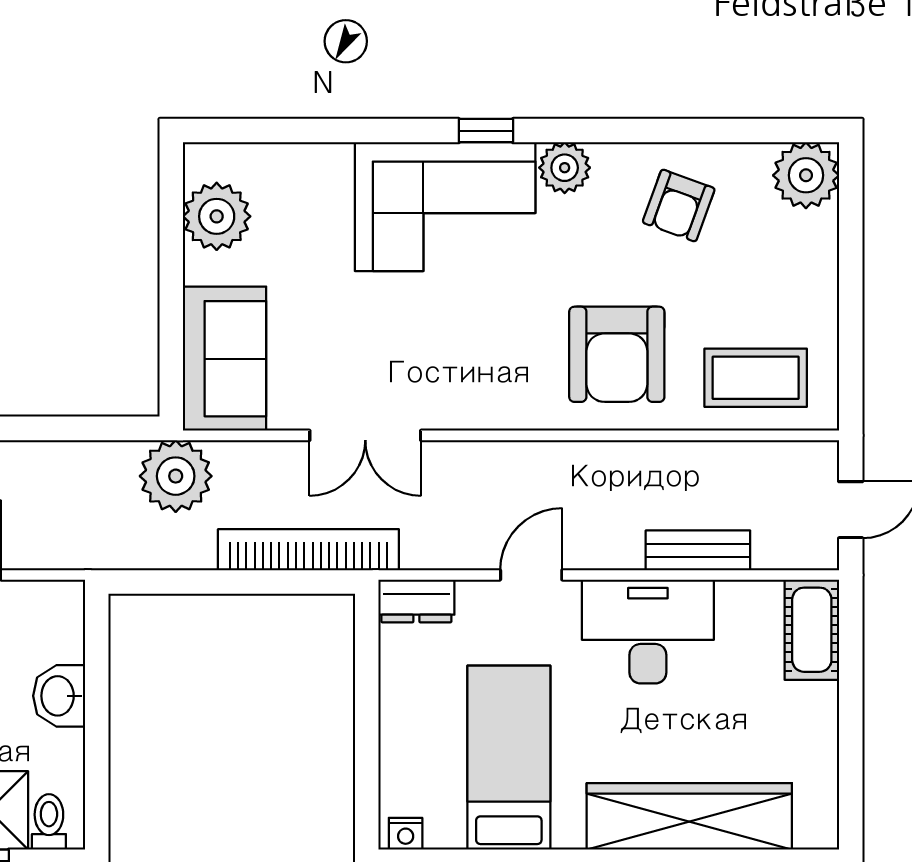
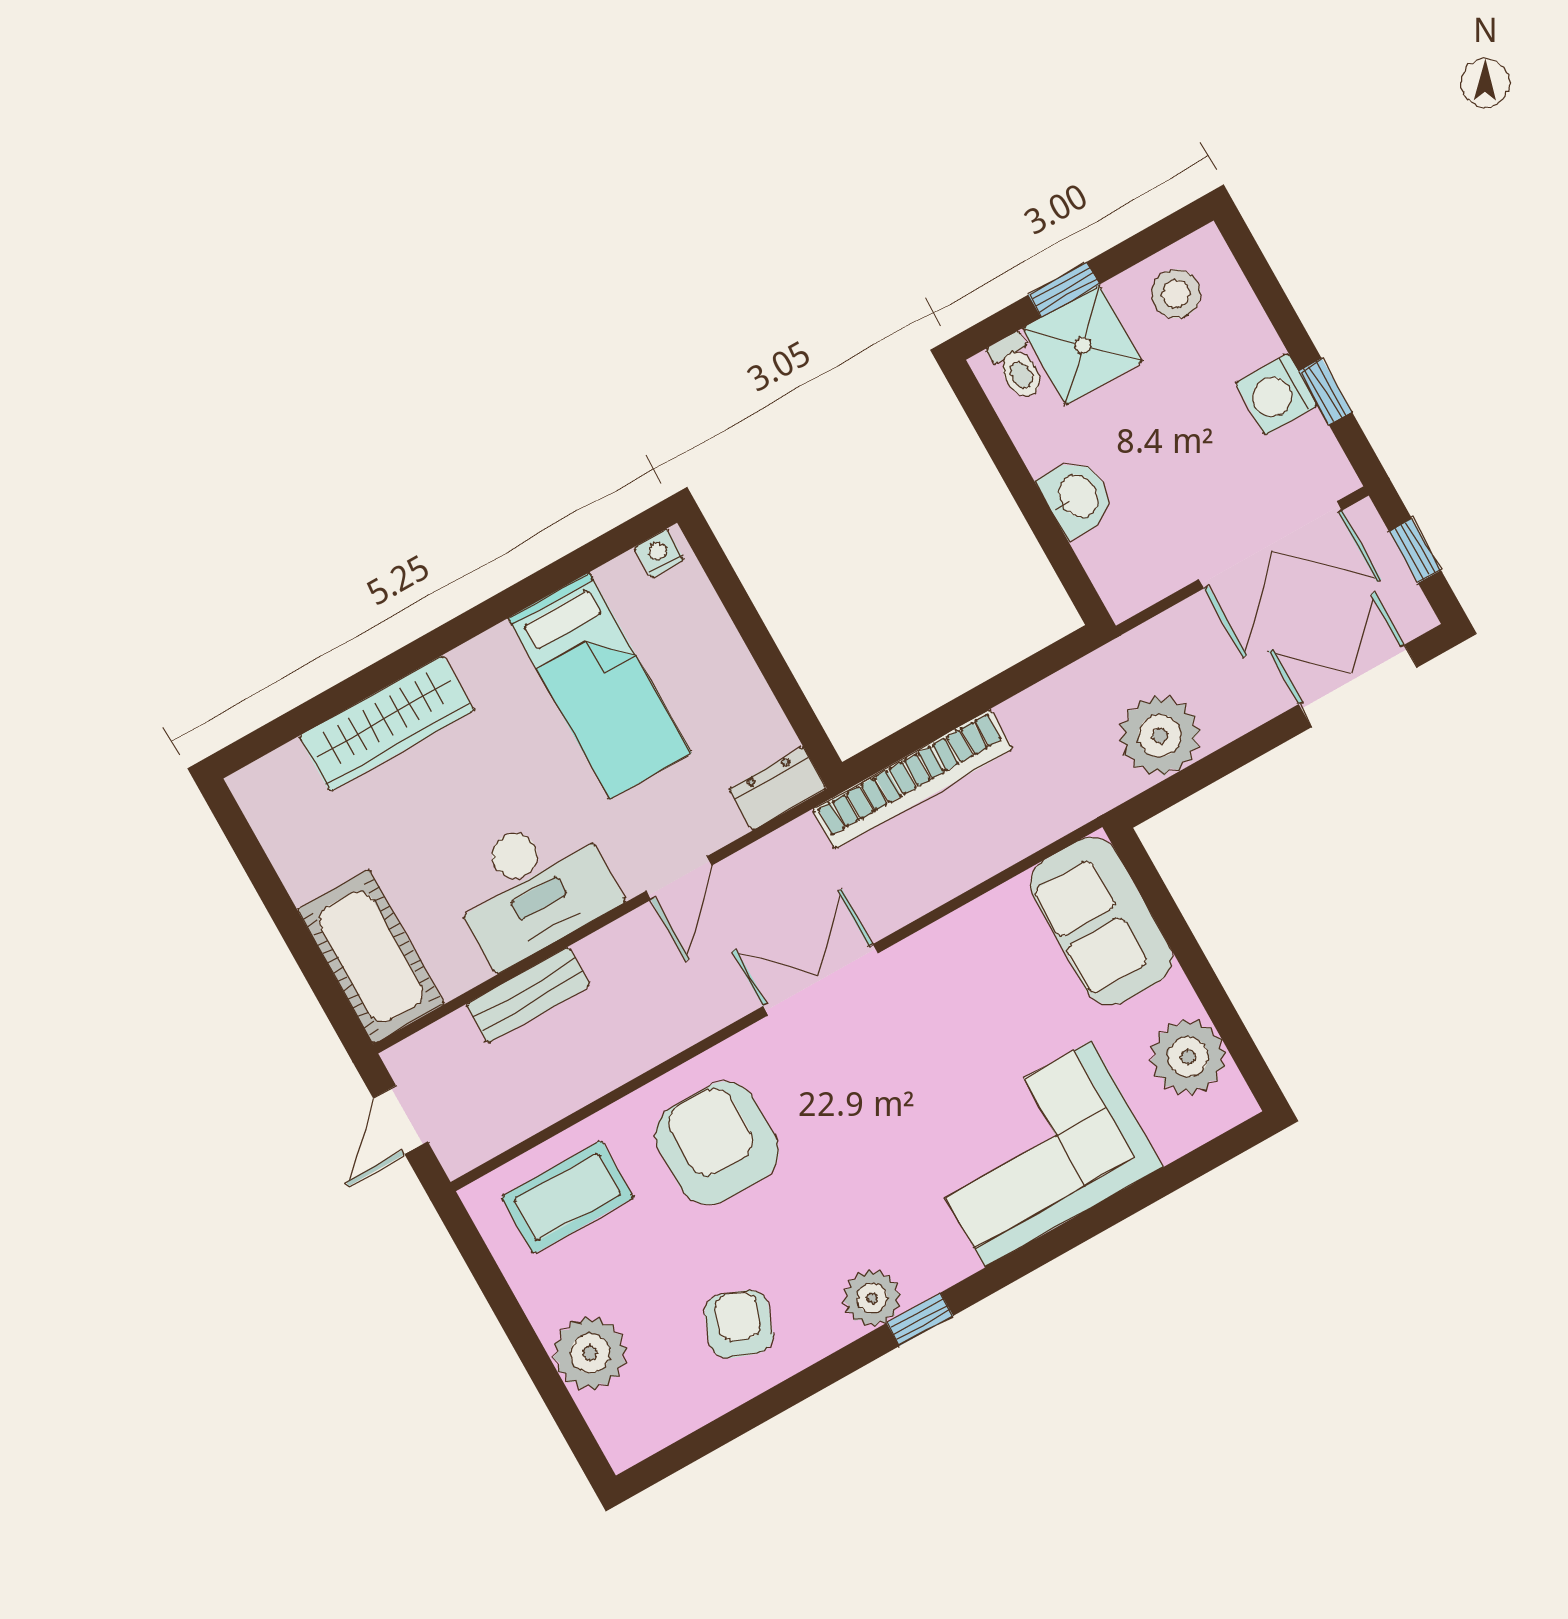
window: (486, 131) -> (920, 1319), moved
plant: (806, 175) -> (590, 1353), moved
corner sofa: (445, 207) -> (1038, 1154), moved
double door: (365, 435) -> (820, 980), moved
plant: (176, 476) -> (1160, 736), moved
cot: (812, 630) -> (371, 957), width x1.37, depth x1.34
wardrobe: (689, 816) -> (386, 723), width x0.71, depth x0.85

